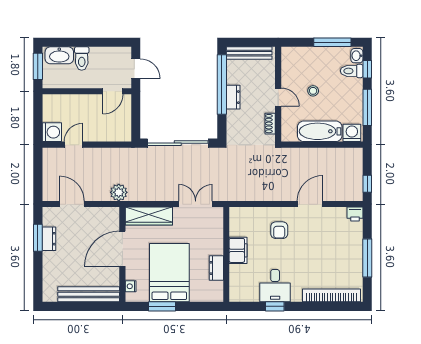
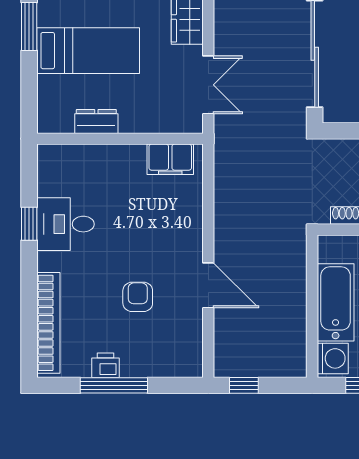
printer: (355, 214) -> (106, 365), moved, turned 90
armchair: (279, 230) -> (138, 297), moved, turned 90
filing cabinet: (238, 250) -> (170, 159), moved
bed: (169, 273) -> (88, 51), width x0.67

